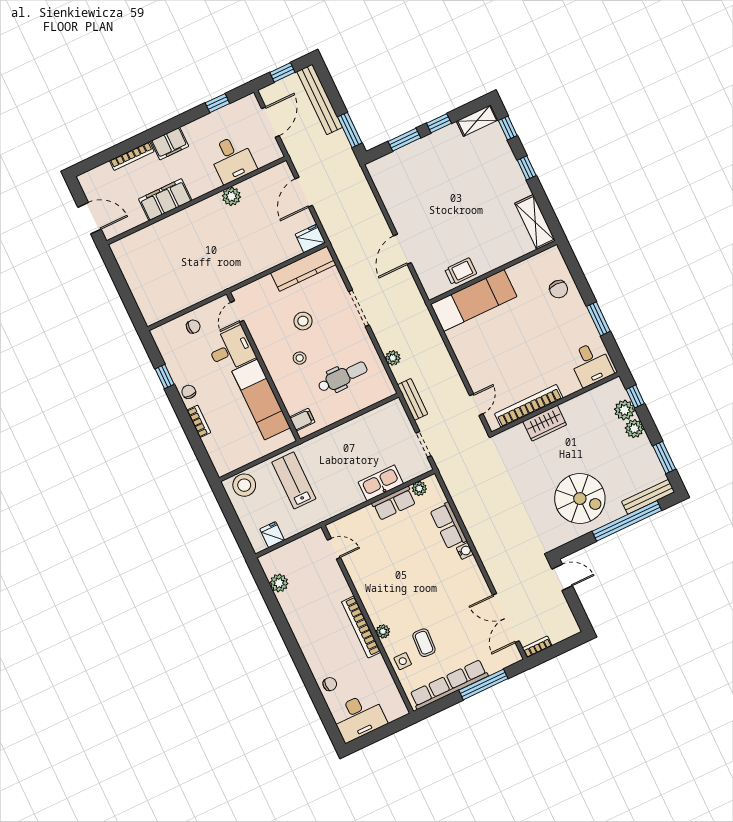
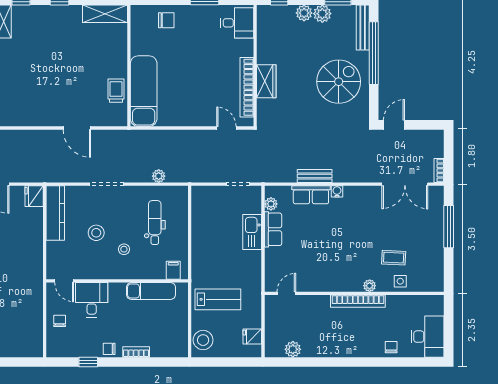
exam couch: (261, 399) -> (151, 291), width x0.73, depth x0.69
bench: (413, 399) -> (315, 176), moved
plant: (624, 410) -> (322, 14), moved
lab bench: (294, 480) -> (218, 299), turned 180
row of seats: (449, 684) -> (436, 254), removed

